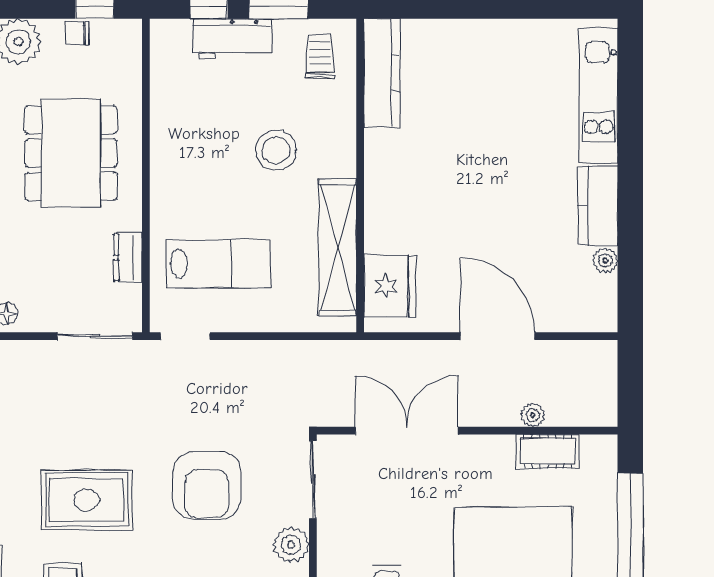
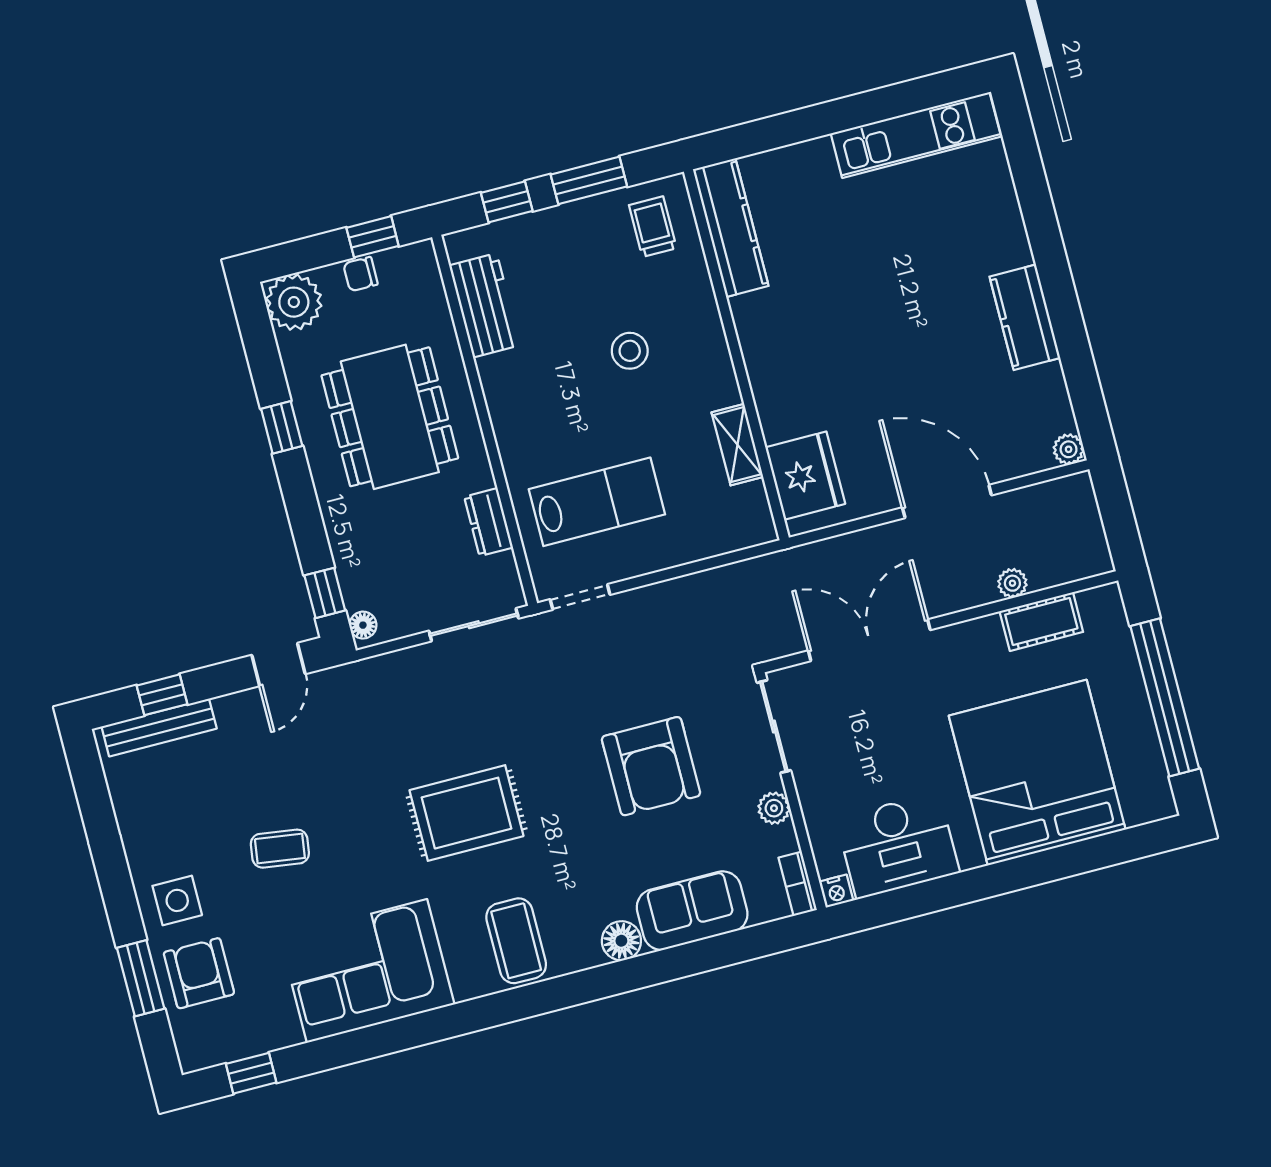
workbench: (232, 39) -> (485, 305), moved, turned -90
kitchen unit: (599, 96) -> (916, 135), moved, turned -90
stool: (276, 150) -> (630, 351), width x0.73, depth x0.73
shelving: (338, 247) -> (737, 445), width x0.45, depth x0.75
plant: (605, 260) -> (1069, 449), moved
rug: (87, 500) -> (467, 813), moved
plant: (291, 545) -> (774, 808), width x0.73, depth x0.73

